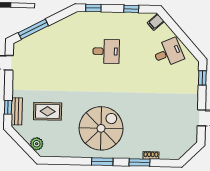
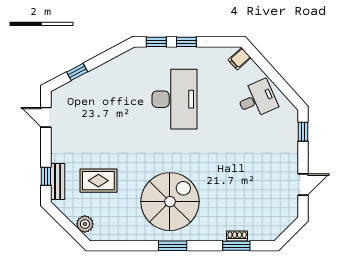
window: (131, 9) -> (186, 42), moved
window: (33, 29) -> (77, 72), width x0.46
desk: (106, 51) -> (174, 99), width x1.87, depth x1.30
window: (140, 162) -> (236, 246), moved

